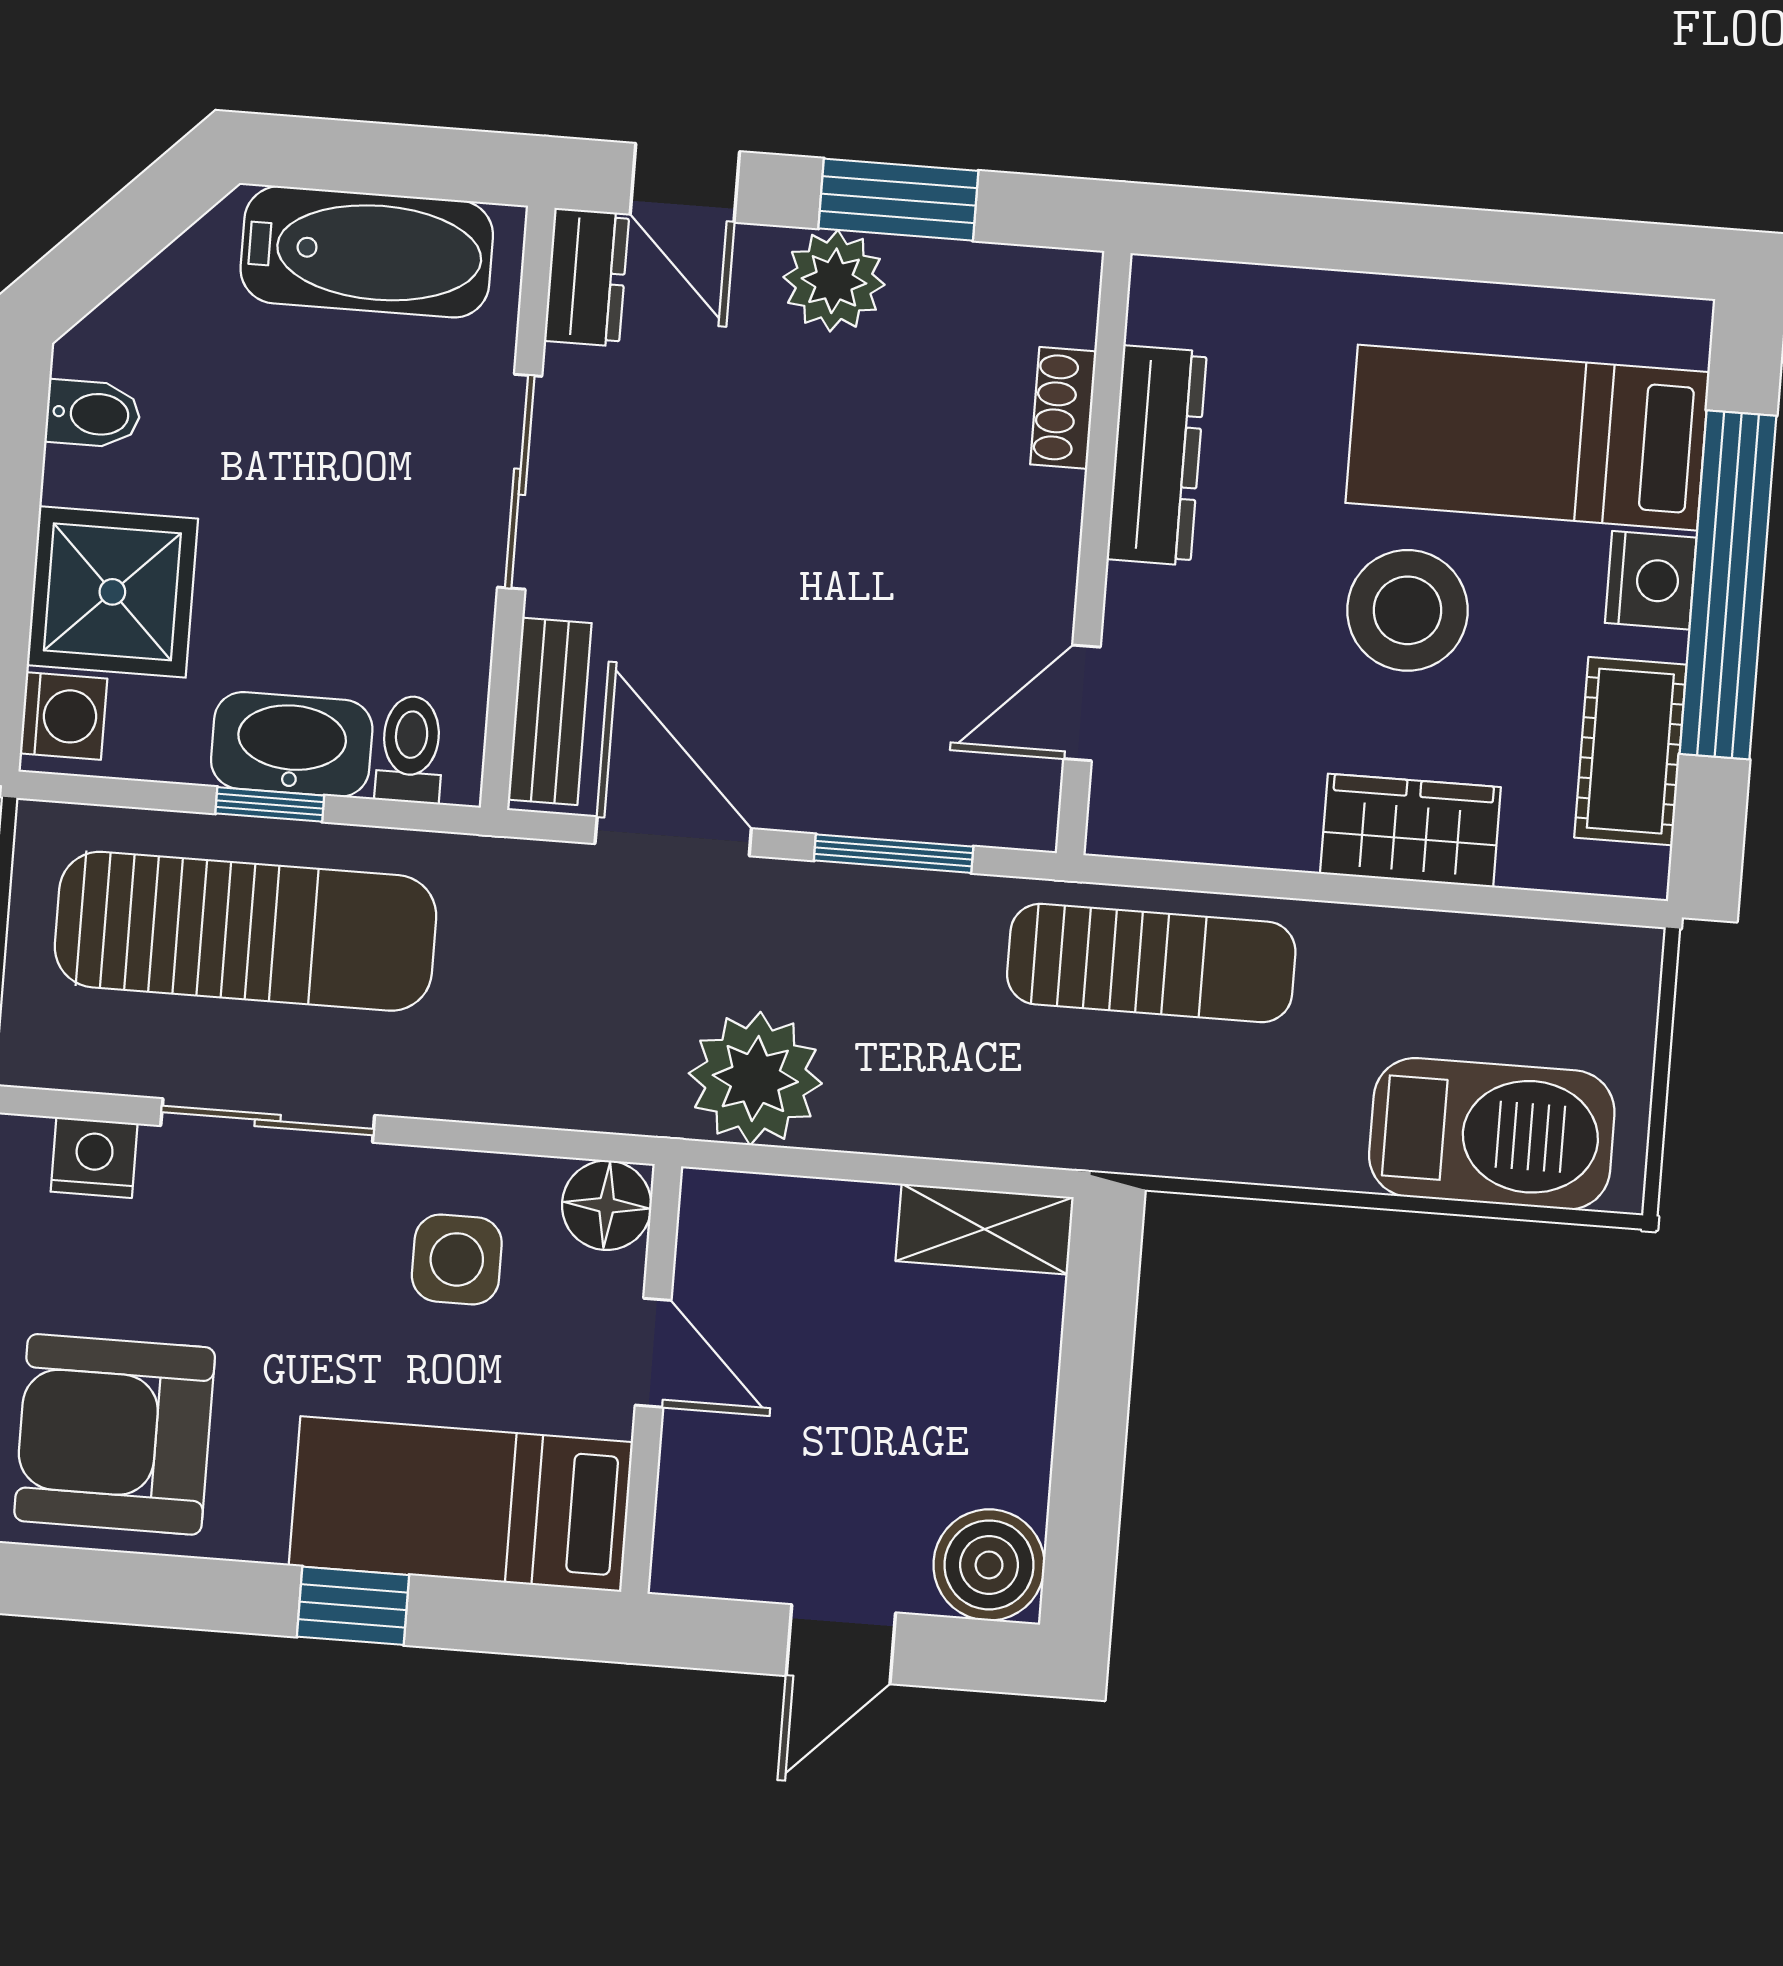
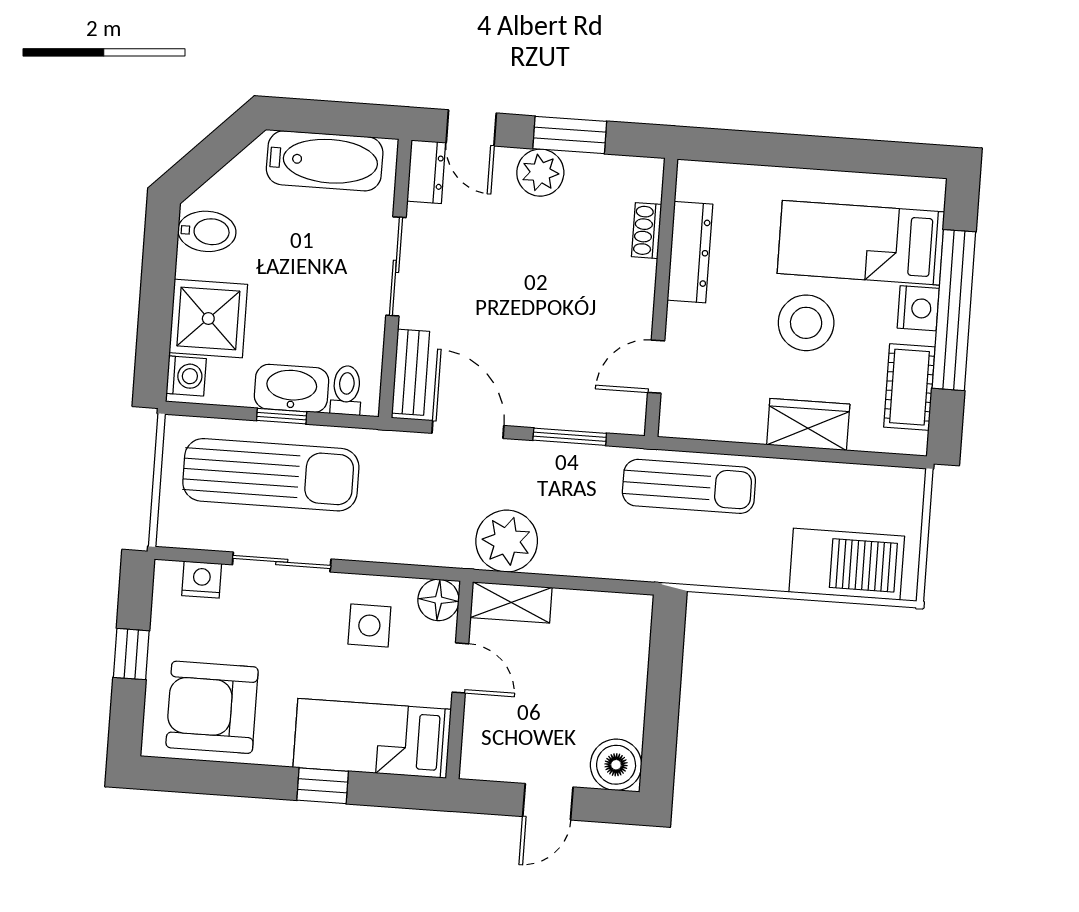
bidet: (93, 414) -> (207, 231), width x1.38, depth x1.36
shelving: (985, 1229) -> (511, 602), moved

